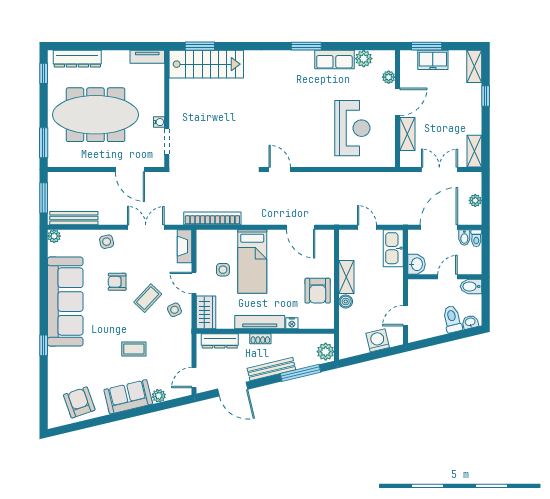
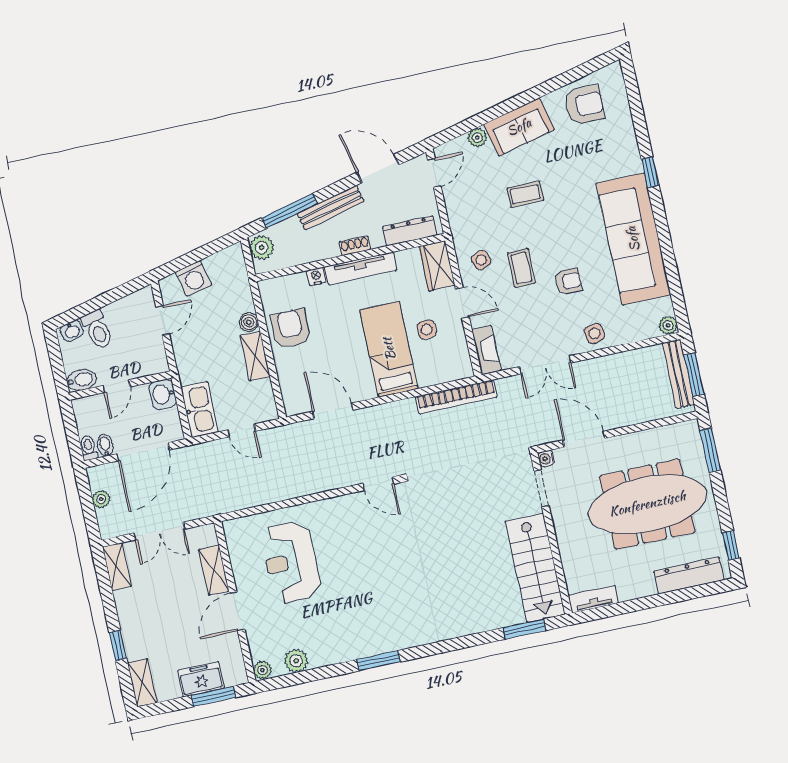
row of seats: (334, 60) -> (336, 651), removed
stairs: (206, 64) -> (535, 568), moved, turned -90
plant: (389, 77) -> (262, 670), moved
water cooler: (159, 122) -> (546, 459), moved
bench: (74, 218) -> (678, 374), moved, turned 90
coffee table: (148, 298) -> (521, 268), turned -43
armchair: (79, 402) -> (584, 105), turned -71

